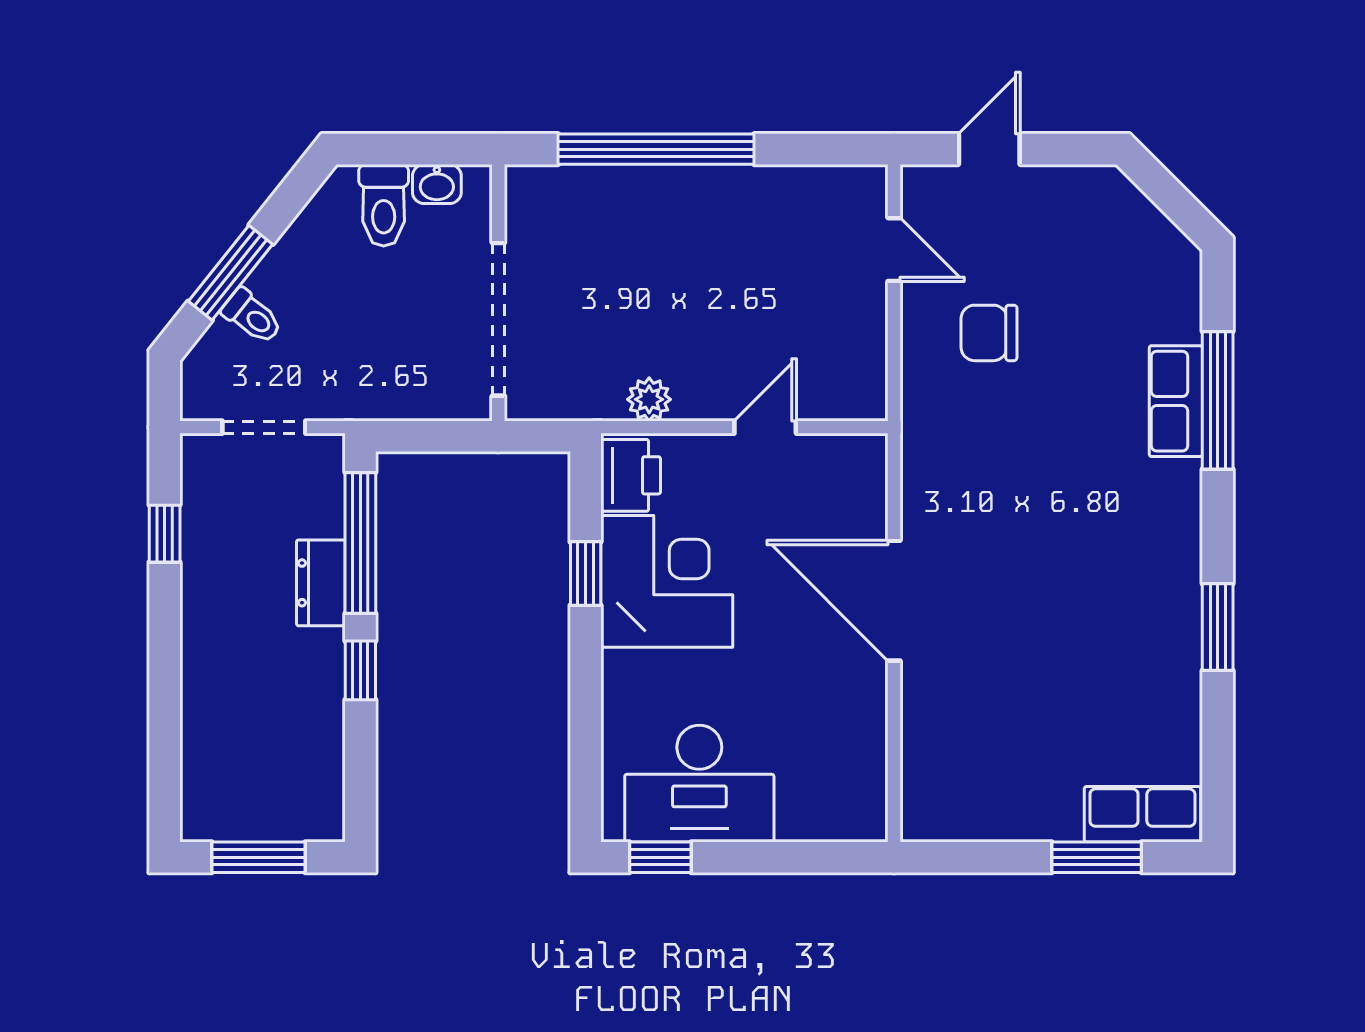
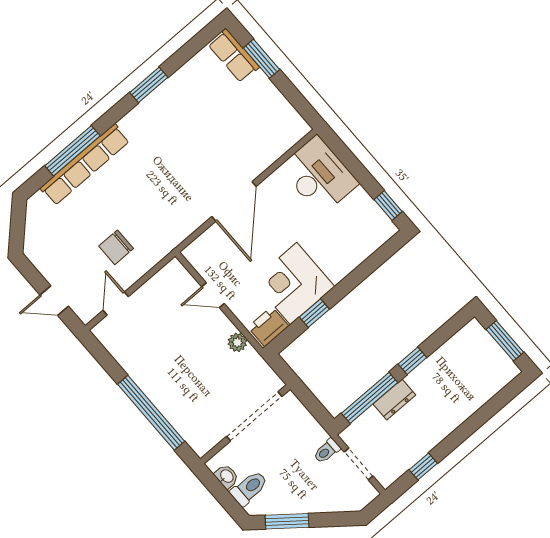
window: (231, 273) -> (287, 521), moved
toilet: (252, 316) -> (327, 451), moved, turned -129
chair: (989, 333) -> (116, 247), turned 90
row of seats: (1176, 401) -> (85, 165), width x2.02
desk: (699, 784) -> (319, 175), moved

